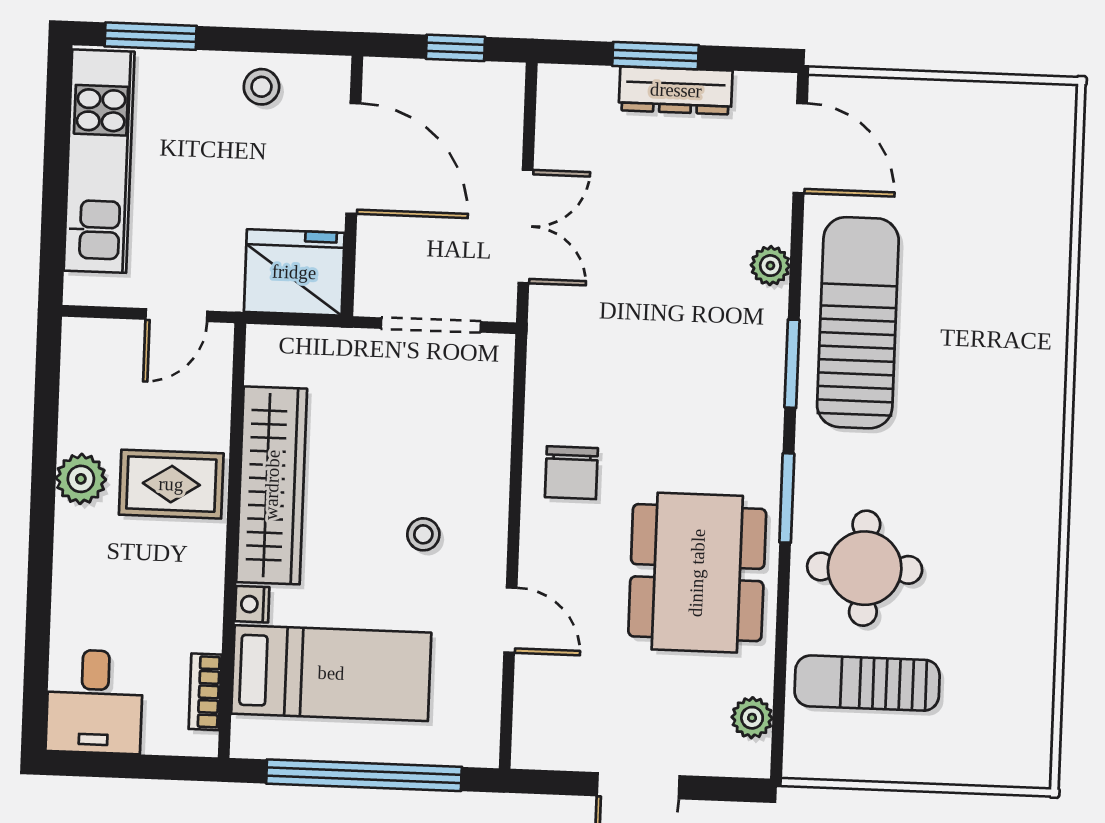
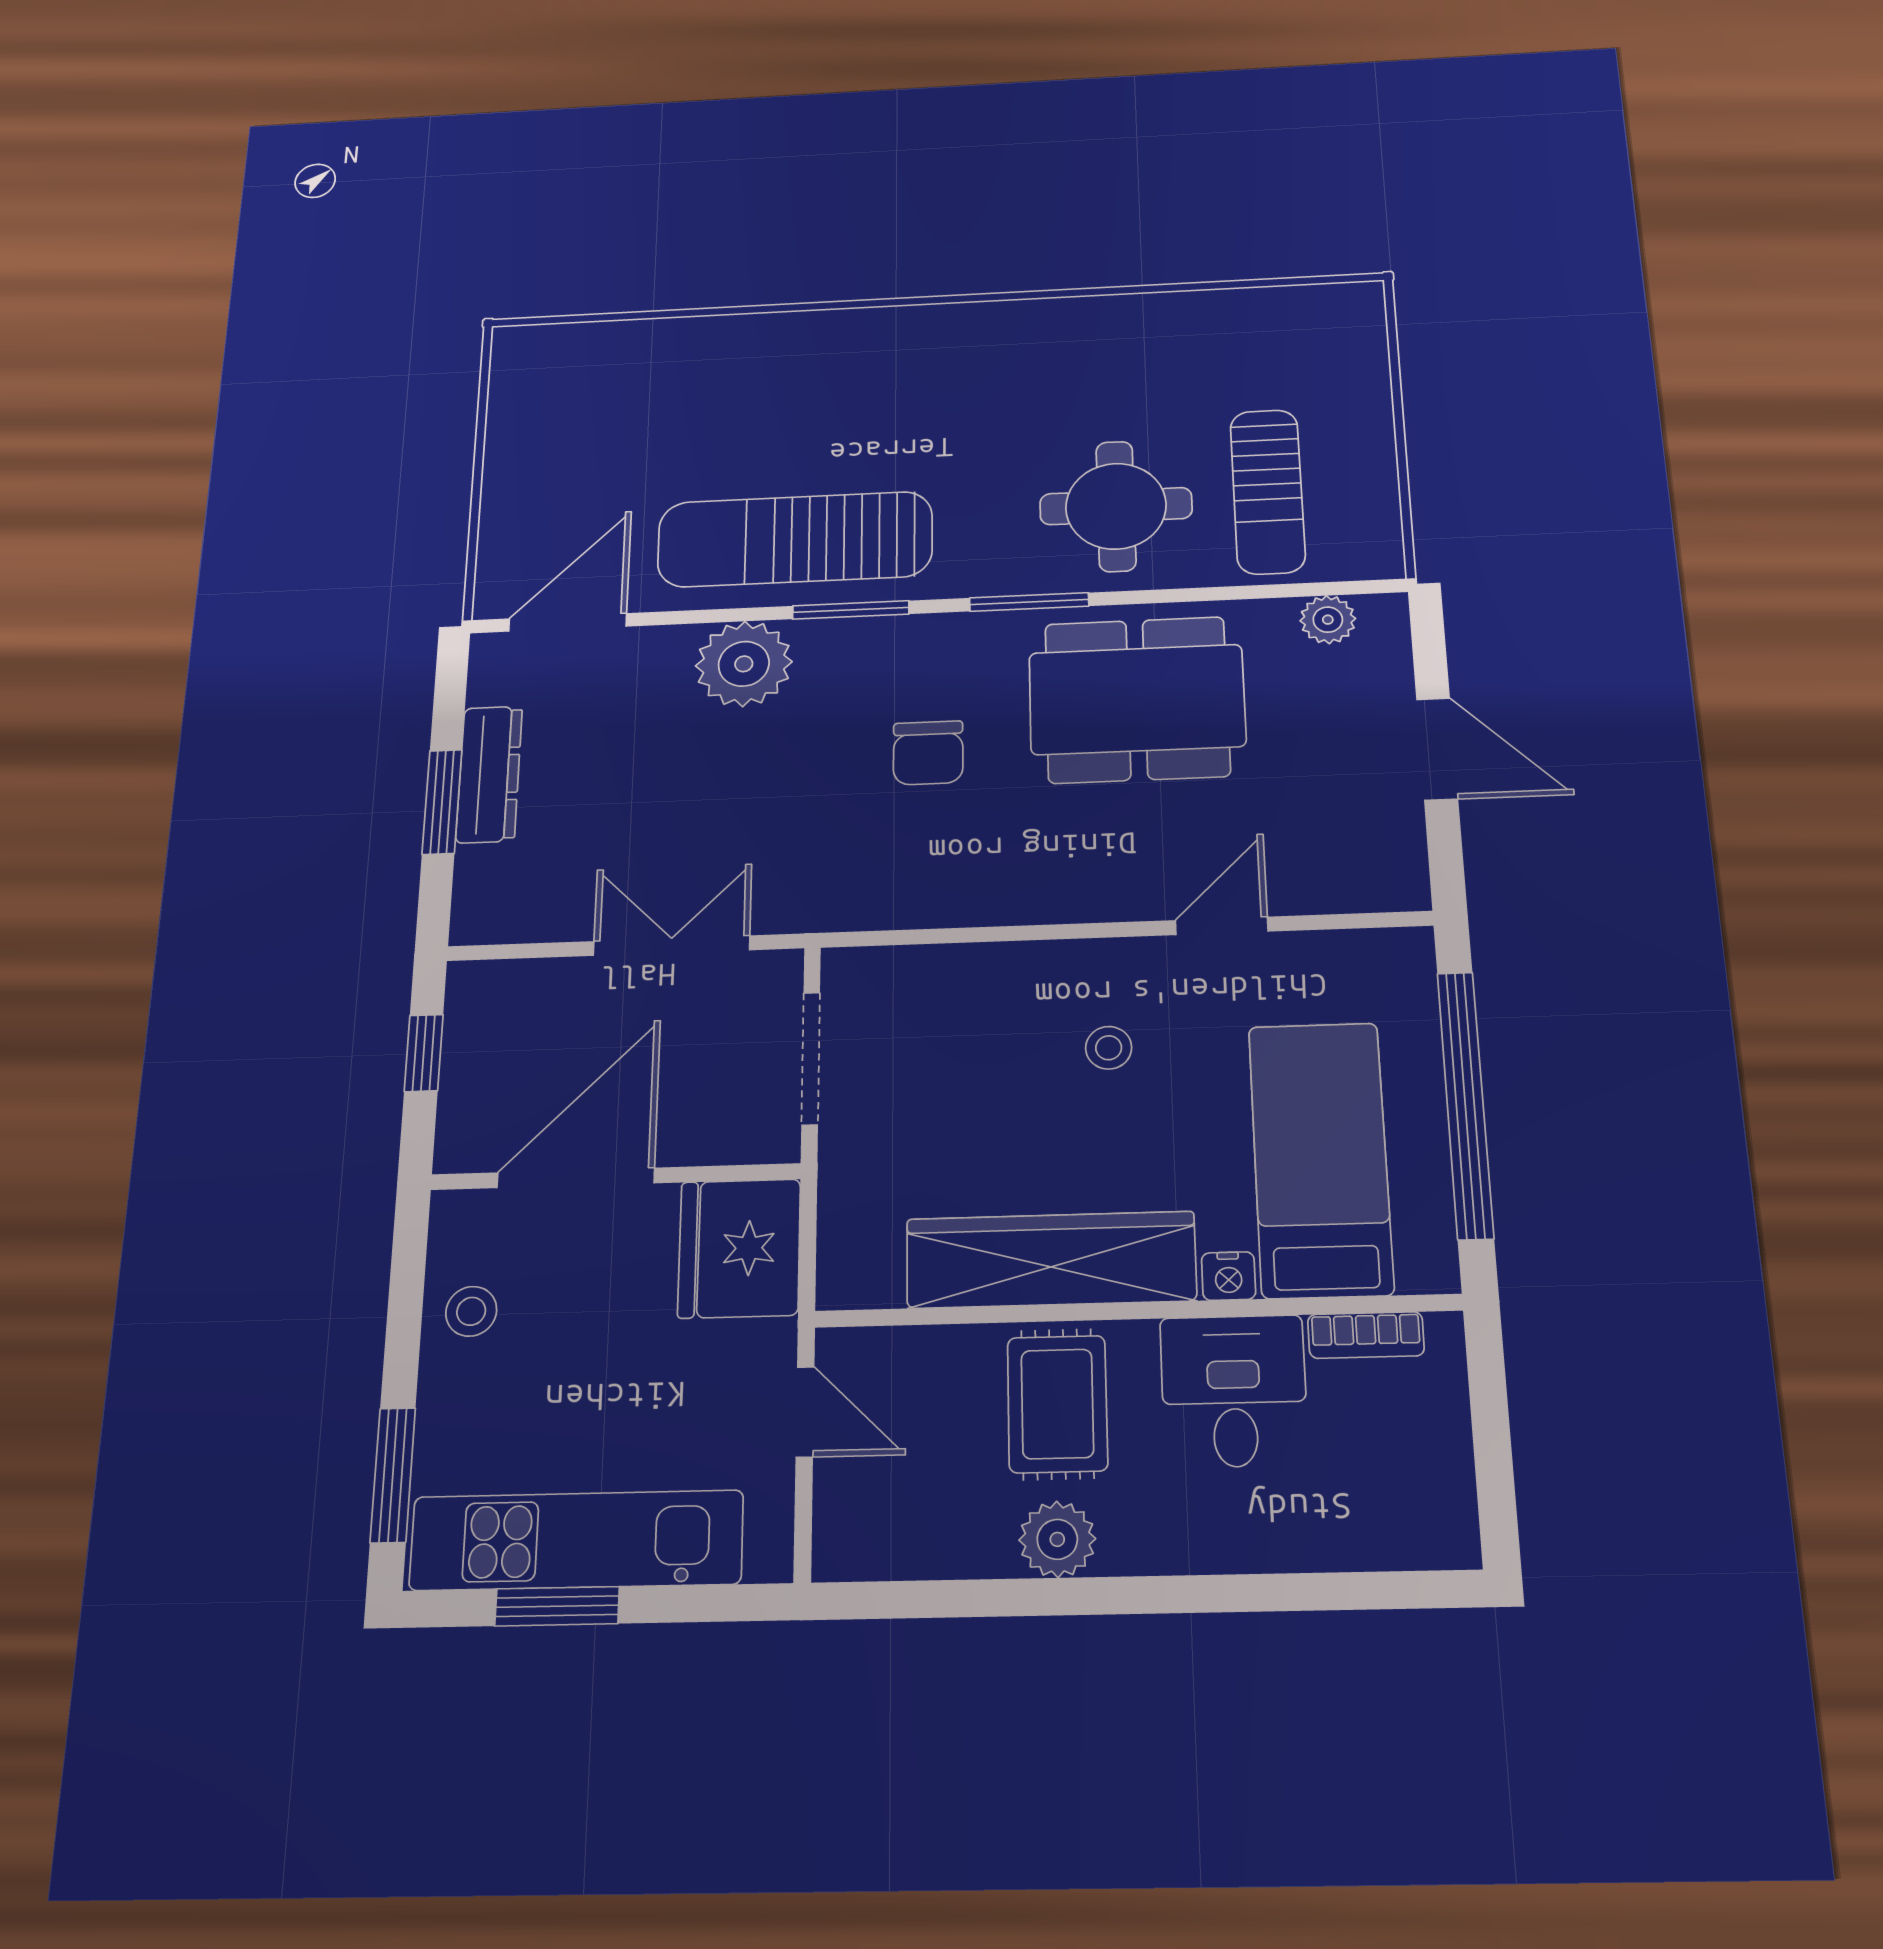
window: (56, 149) -> (557, 1606), added
plant: (770, 266) -> (744, 664), width x1.88, depth x1.88
chair: (571, 473) -> (928, 753), moved, turned 90
desk: (95, 702) -> (1234, 1391), moved, turned -90

